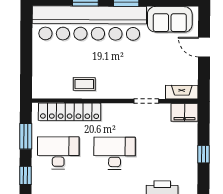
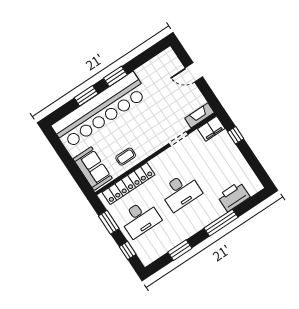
sofa: (170, 19) -> (93, 169), moved, turned -90
desk: (58, 153) -> (140, 218), turned 180
desk: (115, 153) -> (181, 192), turned 180
window: (203, 154) -> (236, 135), moved

